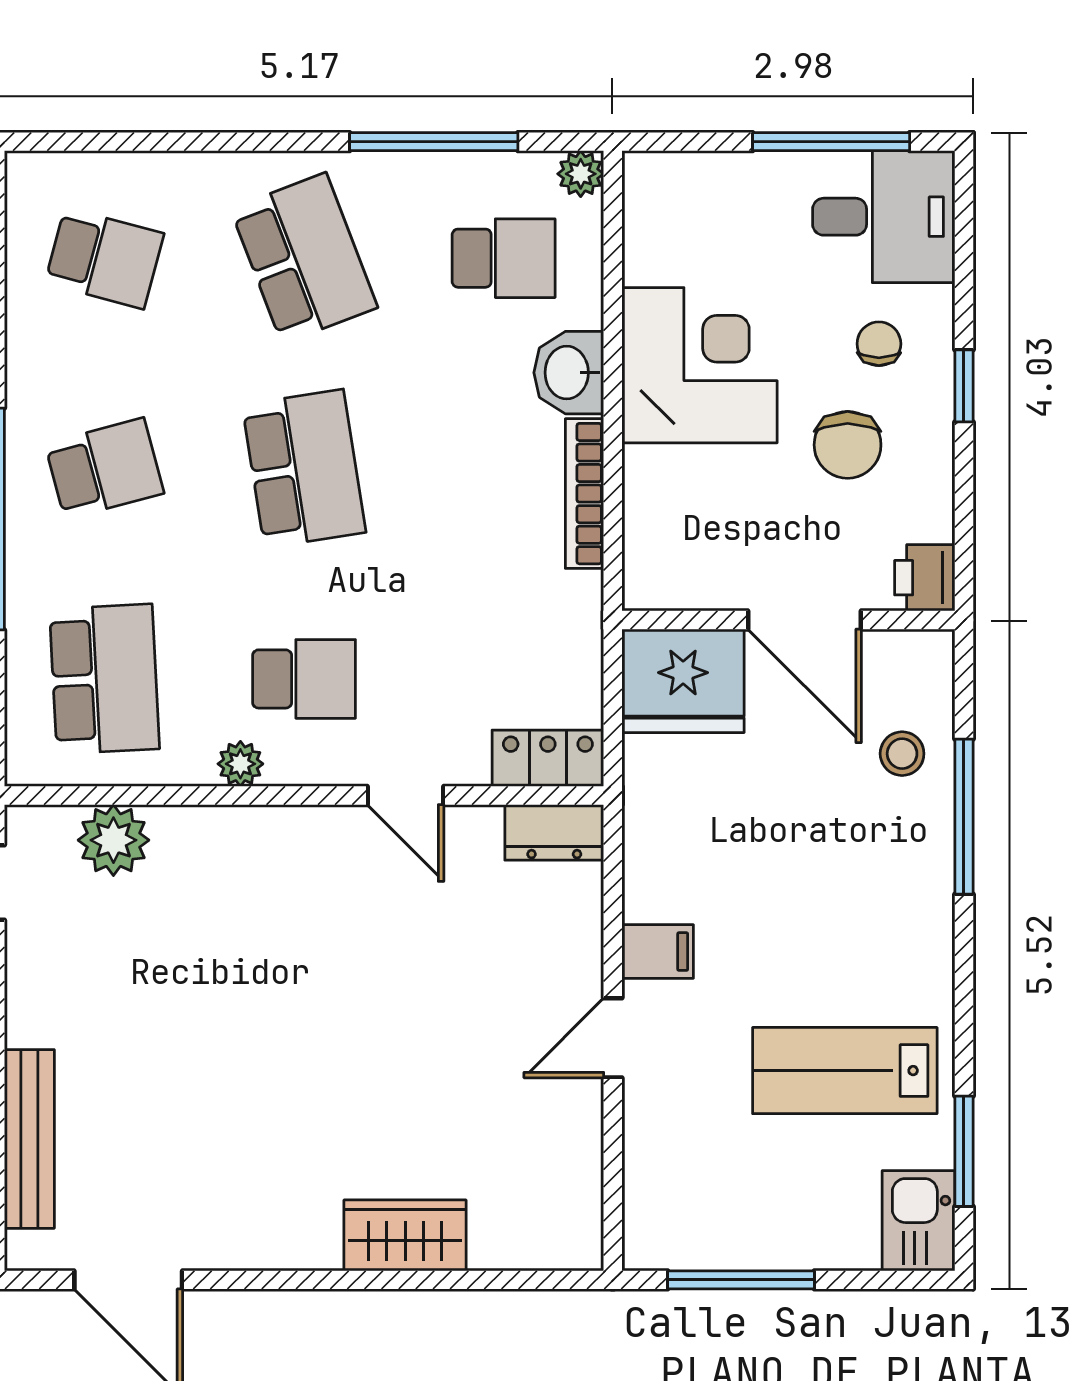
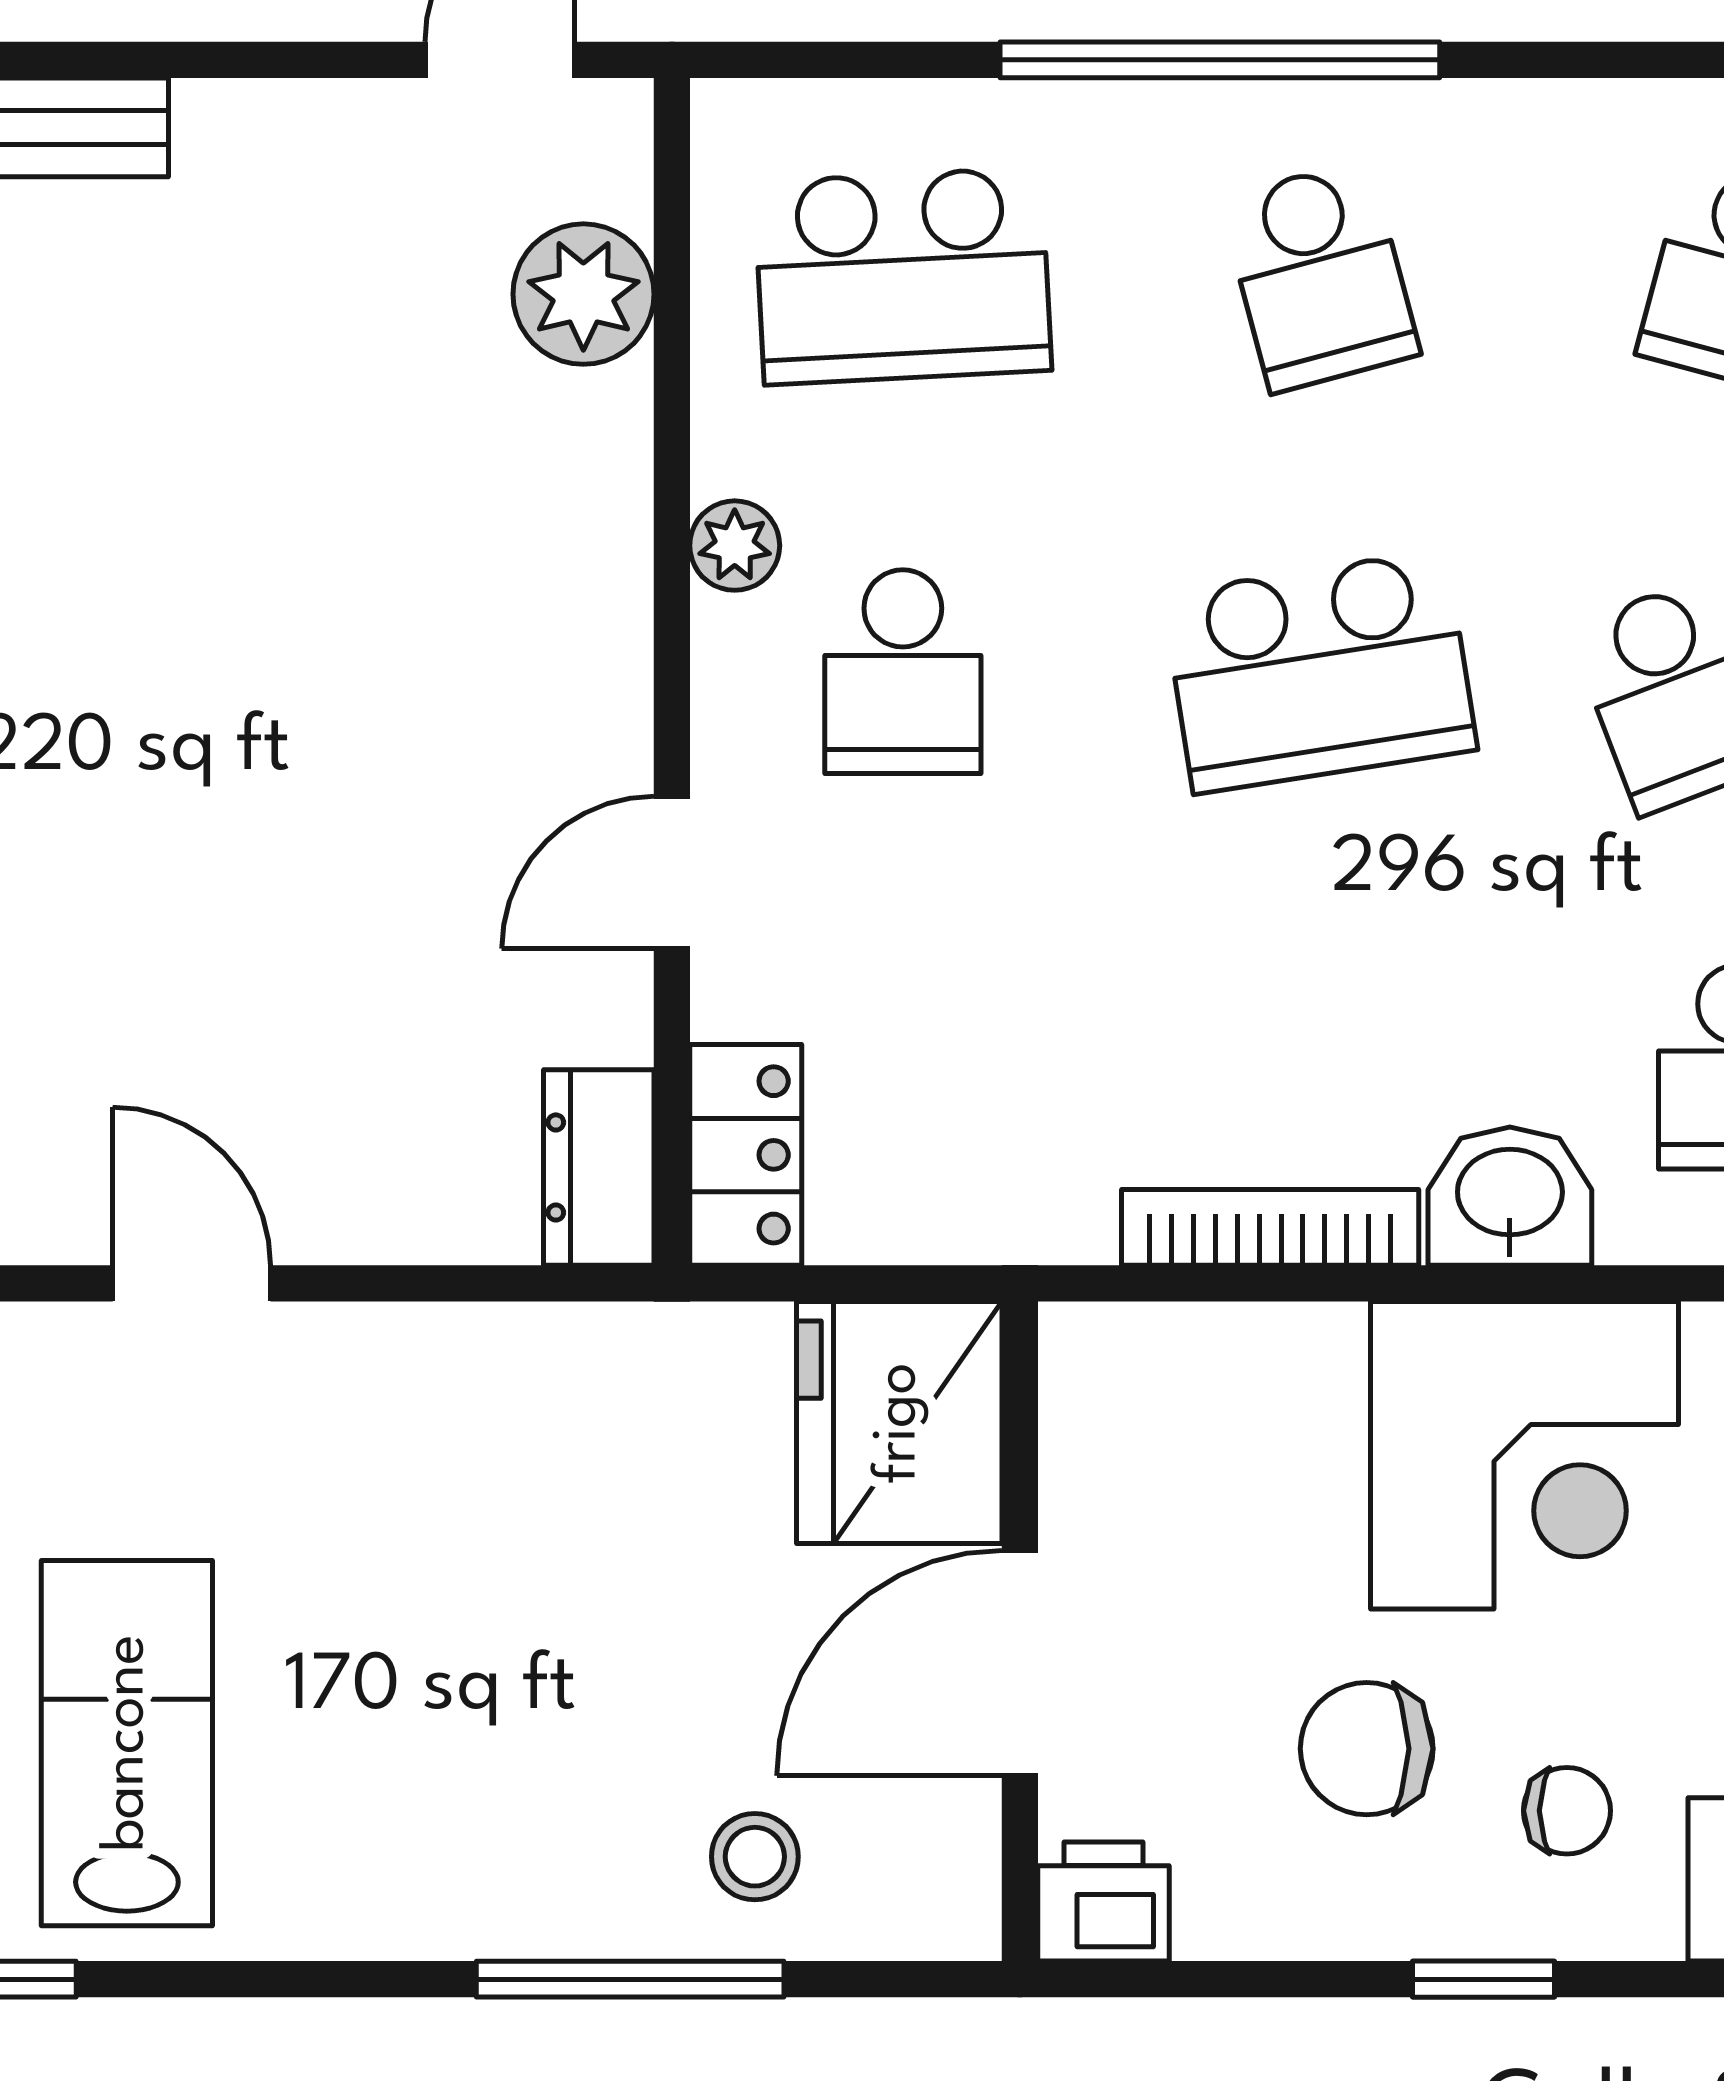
filing cabinet: (658, 952) -> (363, 1372), removed

